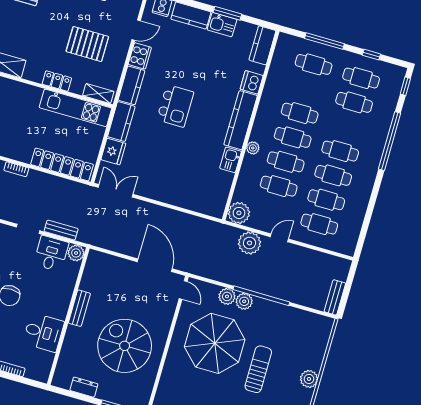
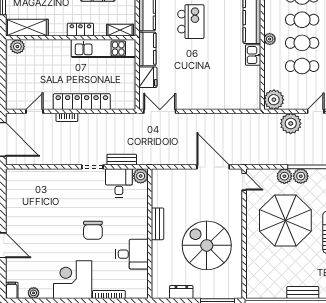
locker: (62, 164) -> (82, 102), moved

